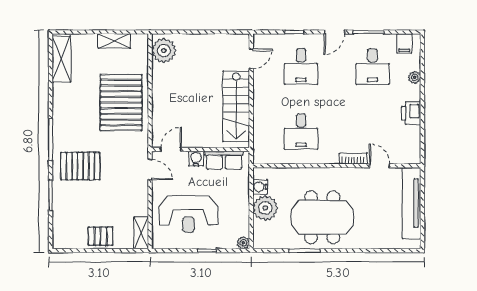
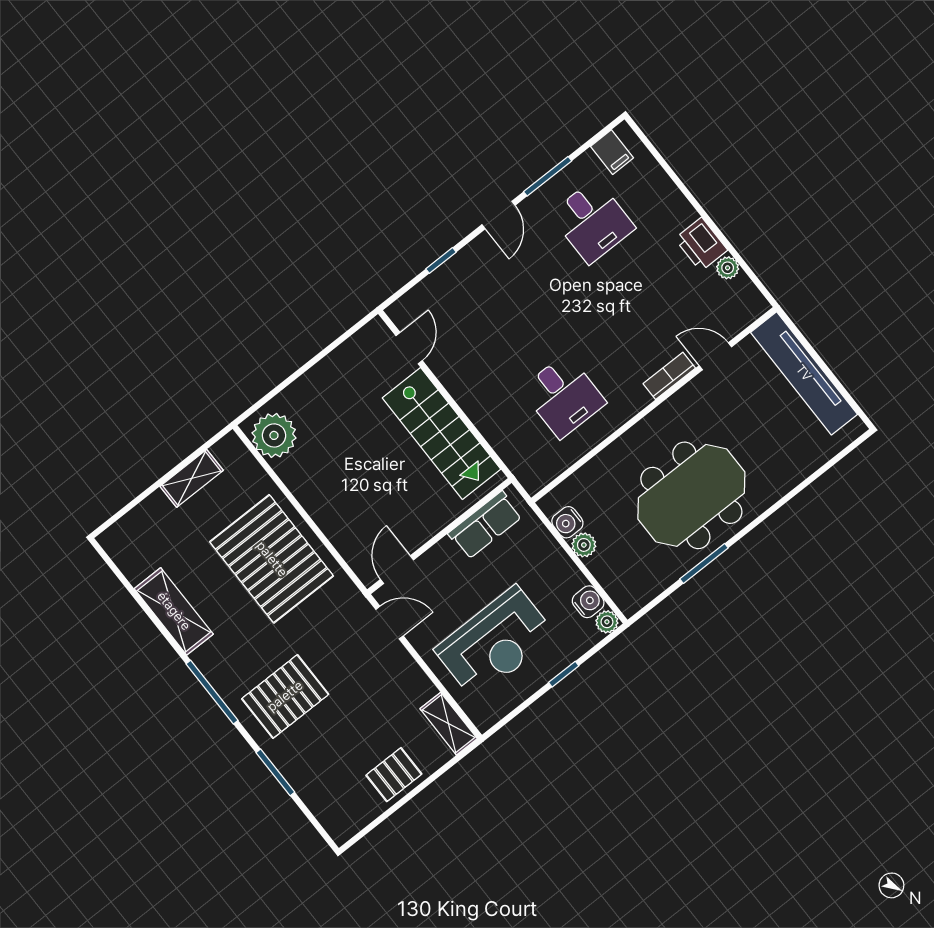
shelving: (61, 59) -> (174, 611), moved
desk: (301, 66) -> (489, 302), removed
plant: (415, 77) -> (728, 268), moved
water cooler: (196, 159) -> (588, 602), moved, turned 90
plant: (265, 208) -> (584, 545), width x0.53, depth x0.53

